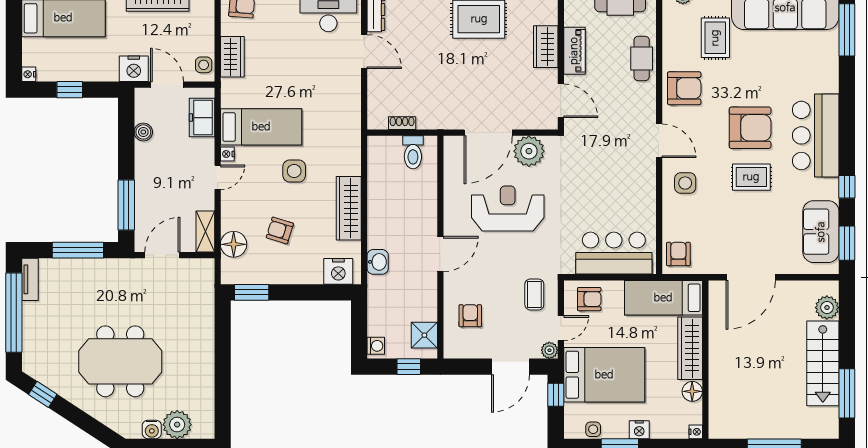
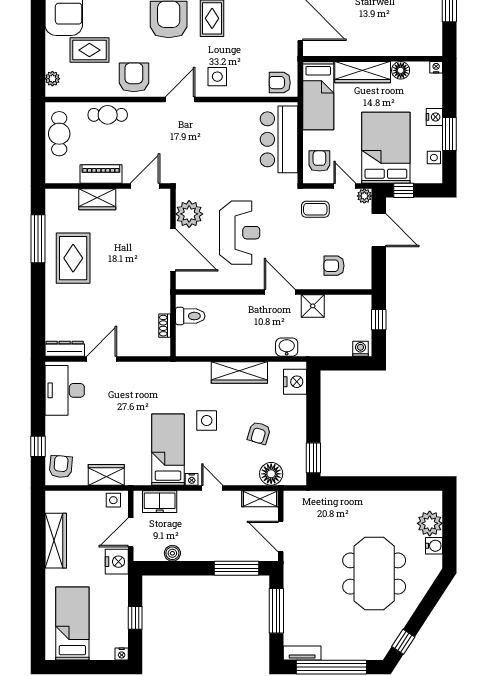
reception desk: (508, 209) -> (240, 233), turned 180
shower: (424, 335) -> (313, 306), moved

